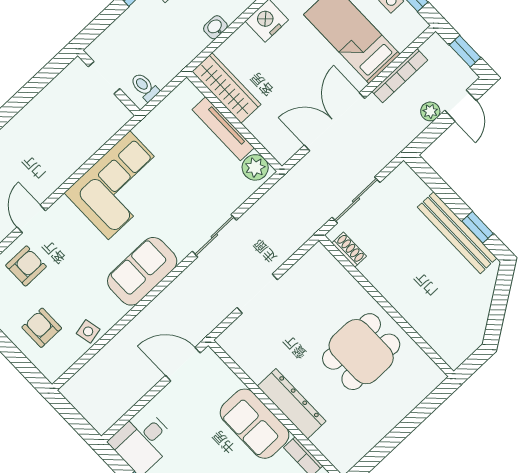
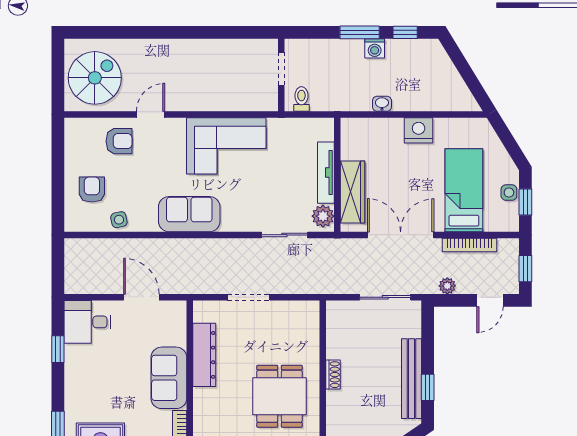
wardrobe: (226, 88) -> (352, 192), moved
plant: (430, 111) -> (447, 286), moved
sliding door: (356, 200) -> (385, 297), moved
sliding door: (214, 236) -> (284, 235), moved
shoe rack: (349, 250) -> (333, 375), moved
dining table: (361, 352) -> (279, 396), turned 90
door: (183, 364) -> (141, 297), moved
dresser: (292, 404) -> (204, 355), moved

